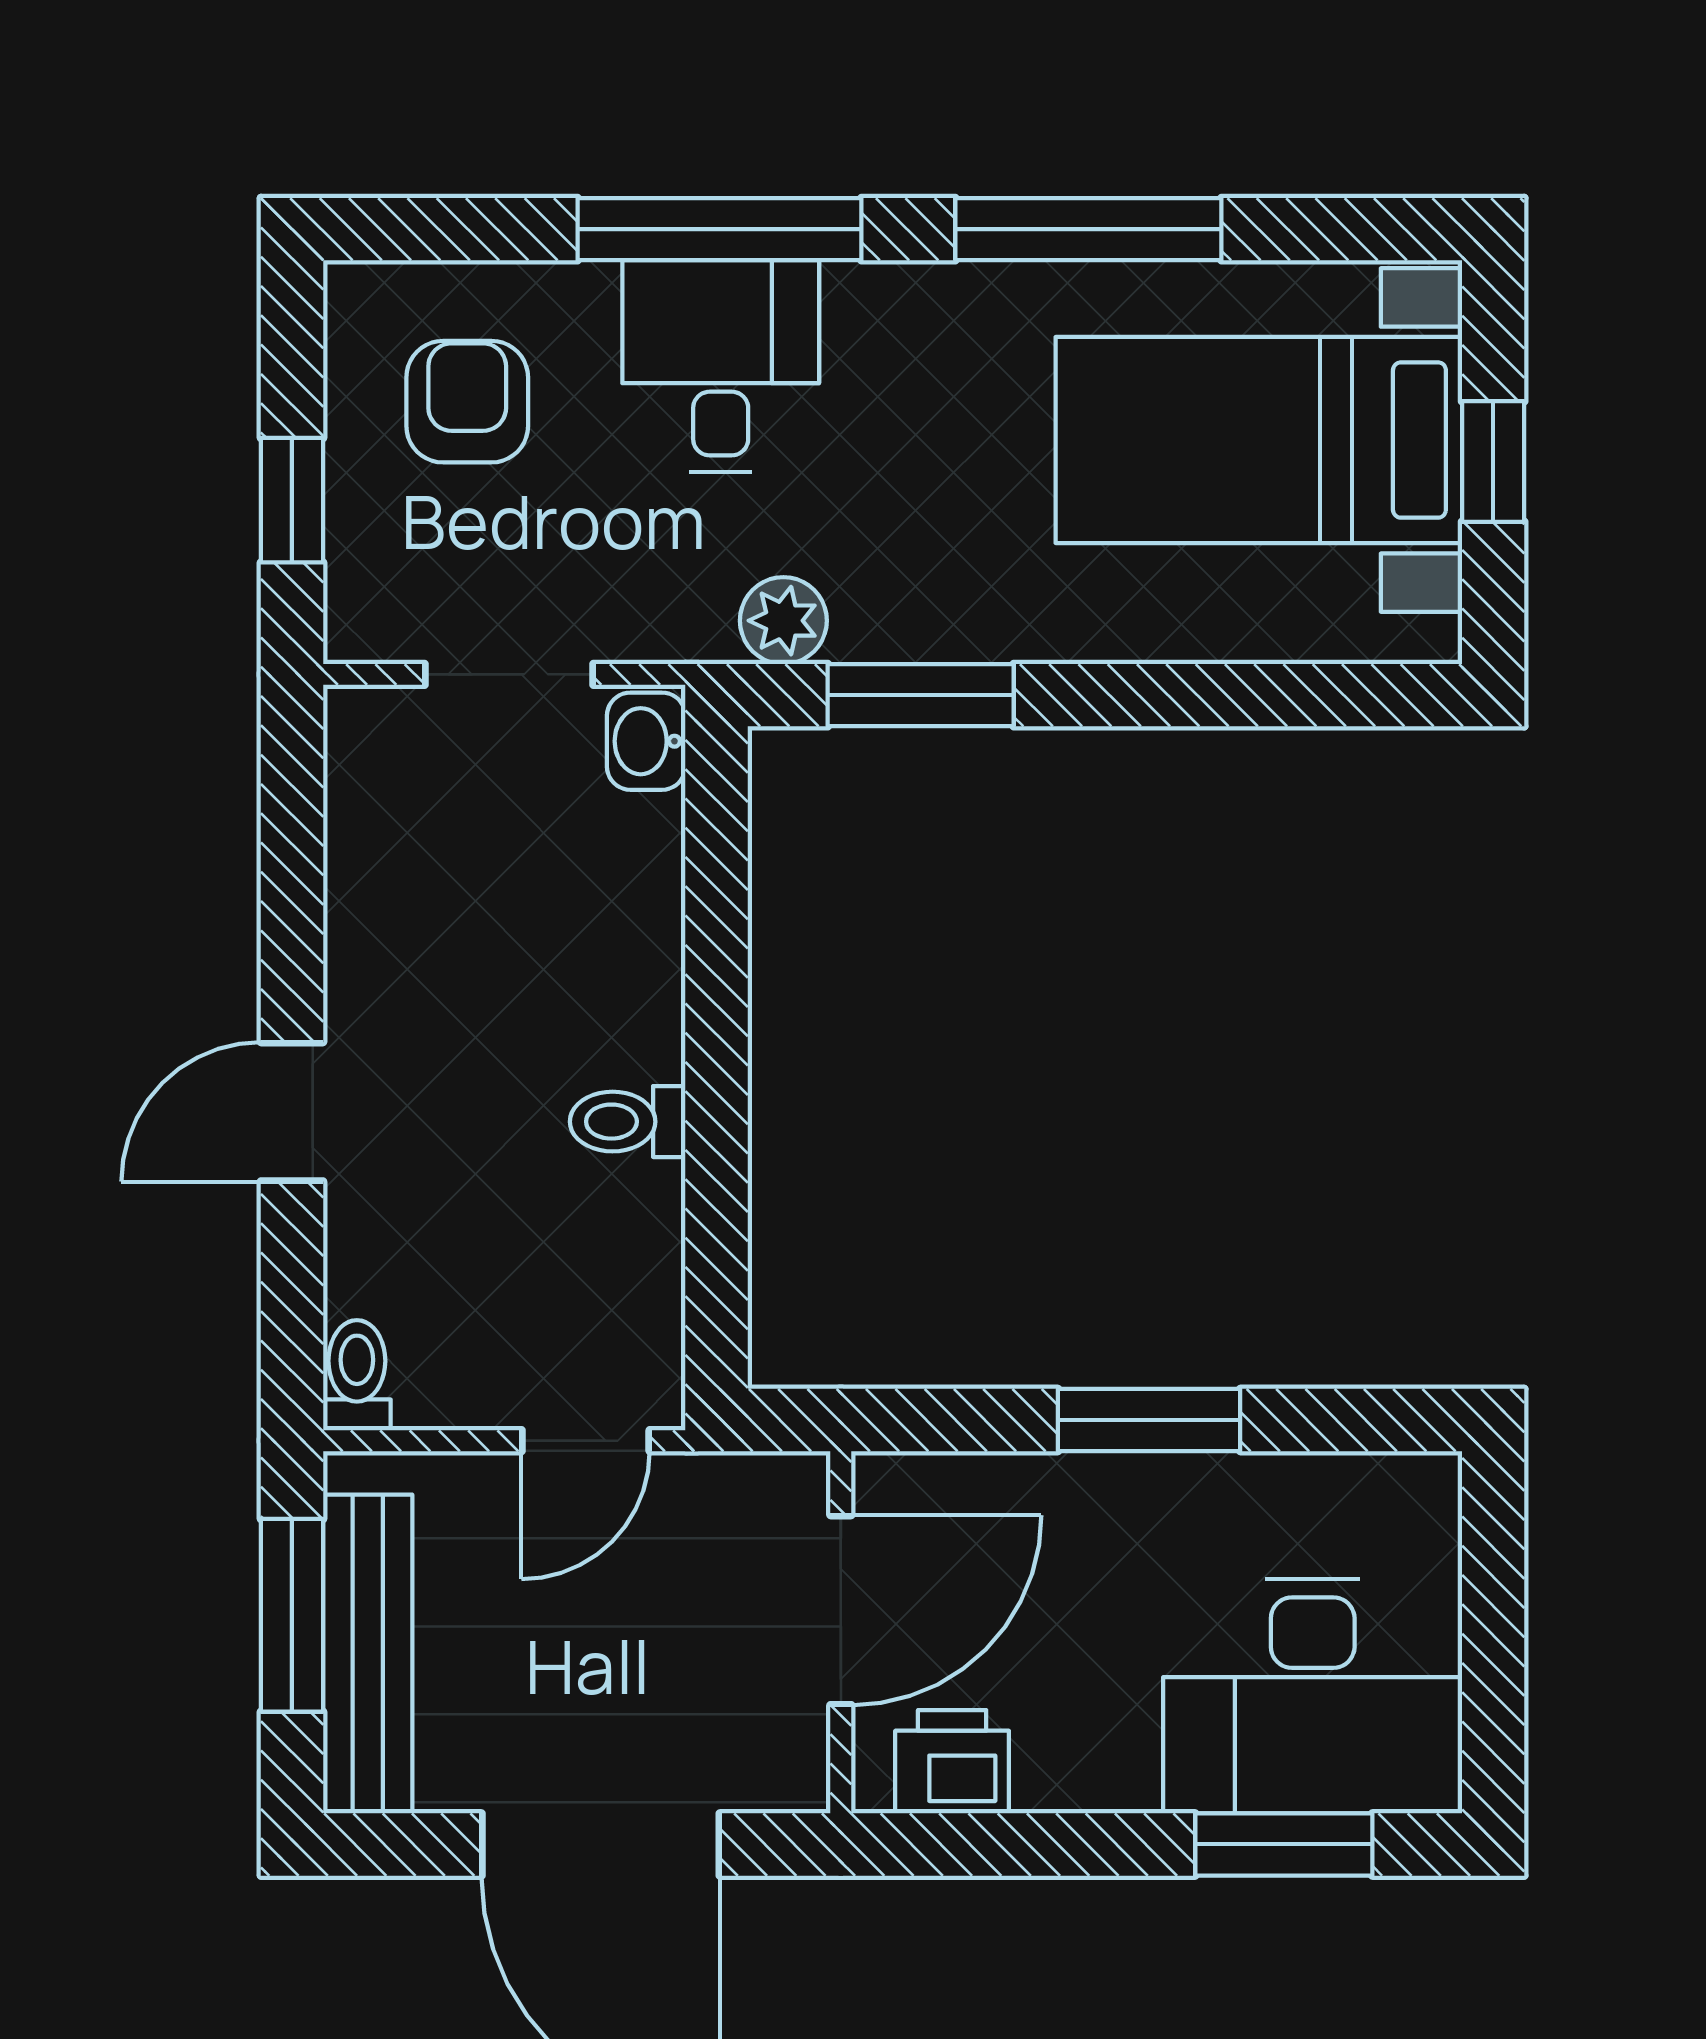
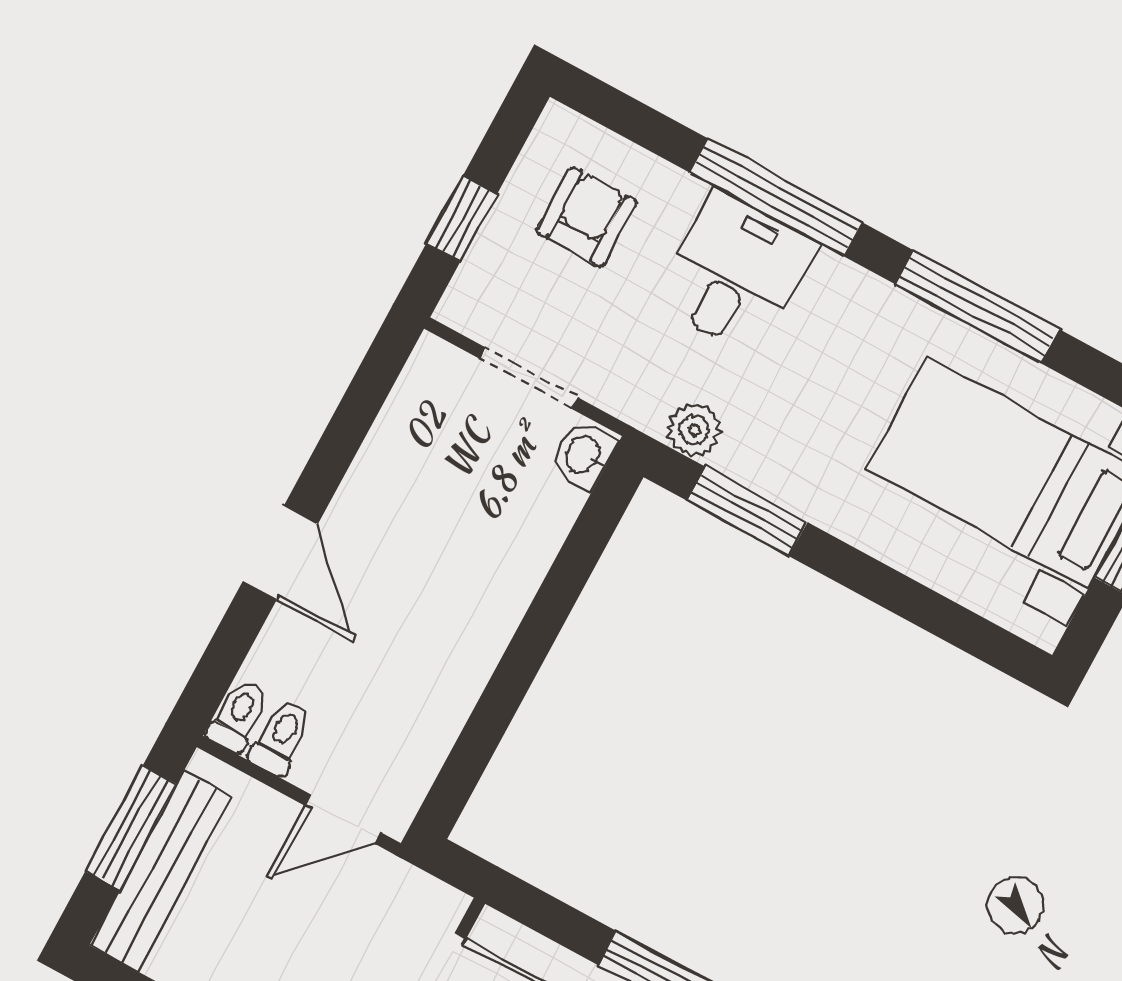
door: (292, 1112) -> (280, 553), swing flipped
toilet: (628, 1122) -> (281, 737), moved, turned 90

